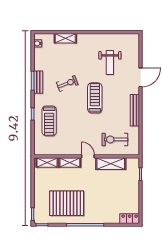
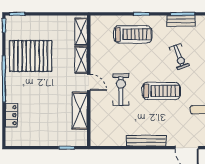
treadmill: (49, 121) -> (133, 34), turned 180
exercise bike: (115, 139) -> (121, 90), moved
door: (88, 156) -> (89, 82), hinge flipped
pallet: (67, 203) -> (31, 56), turned 90
locker: (130, 219) -> (11, 115), moved

